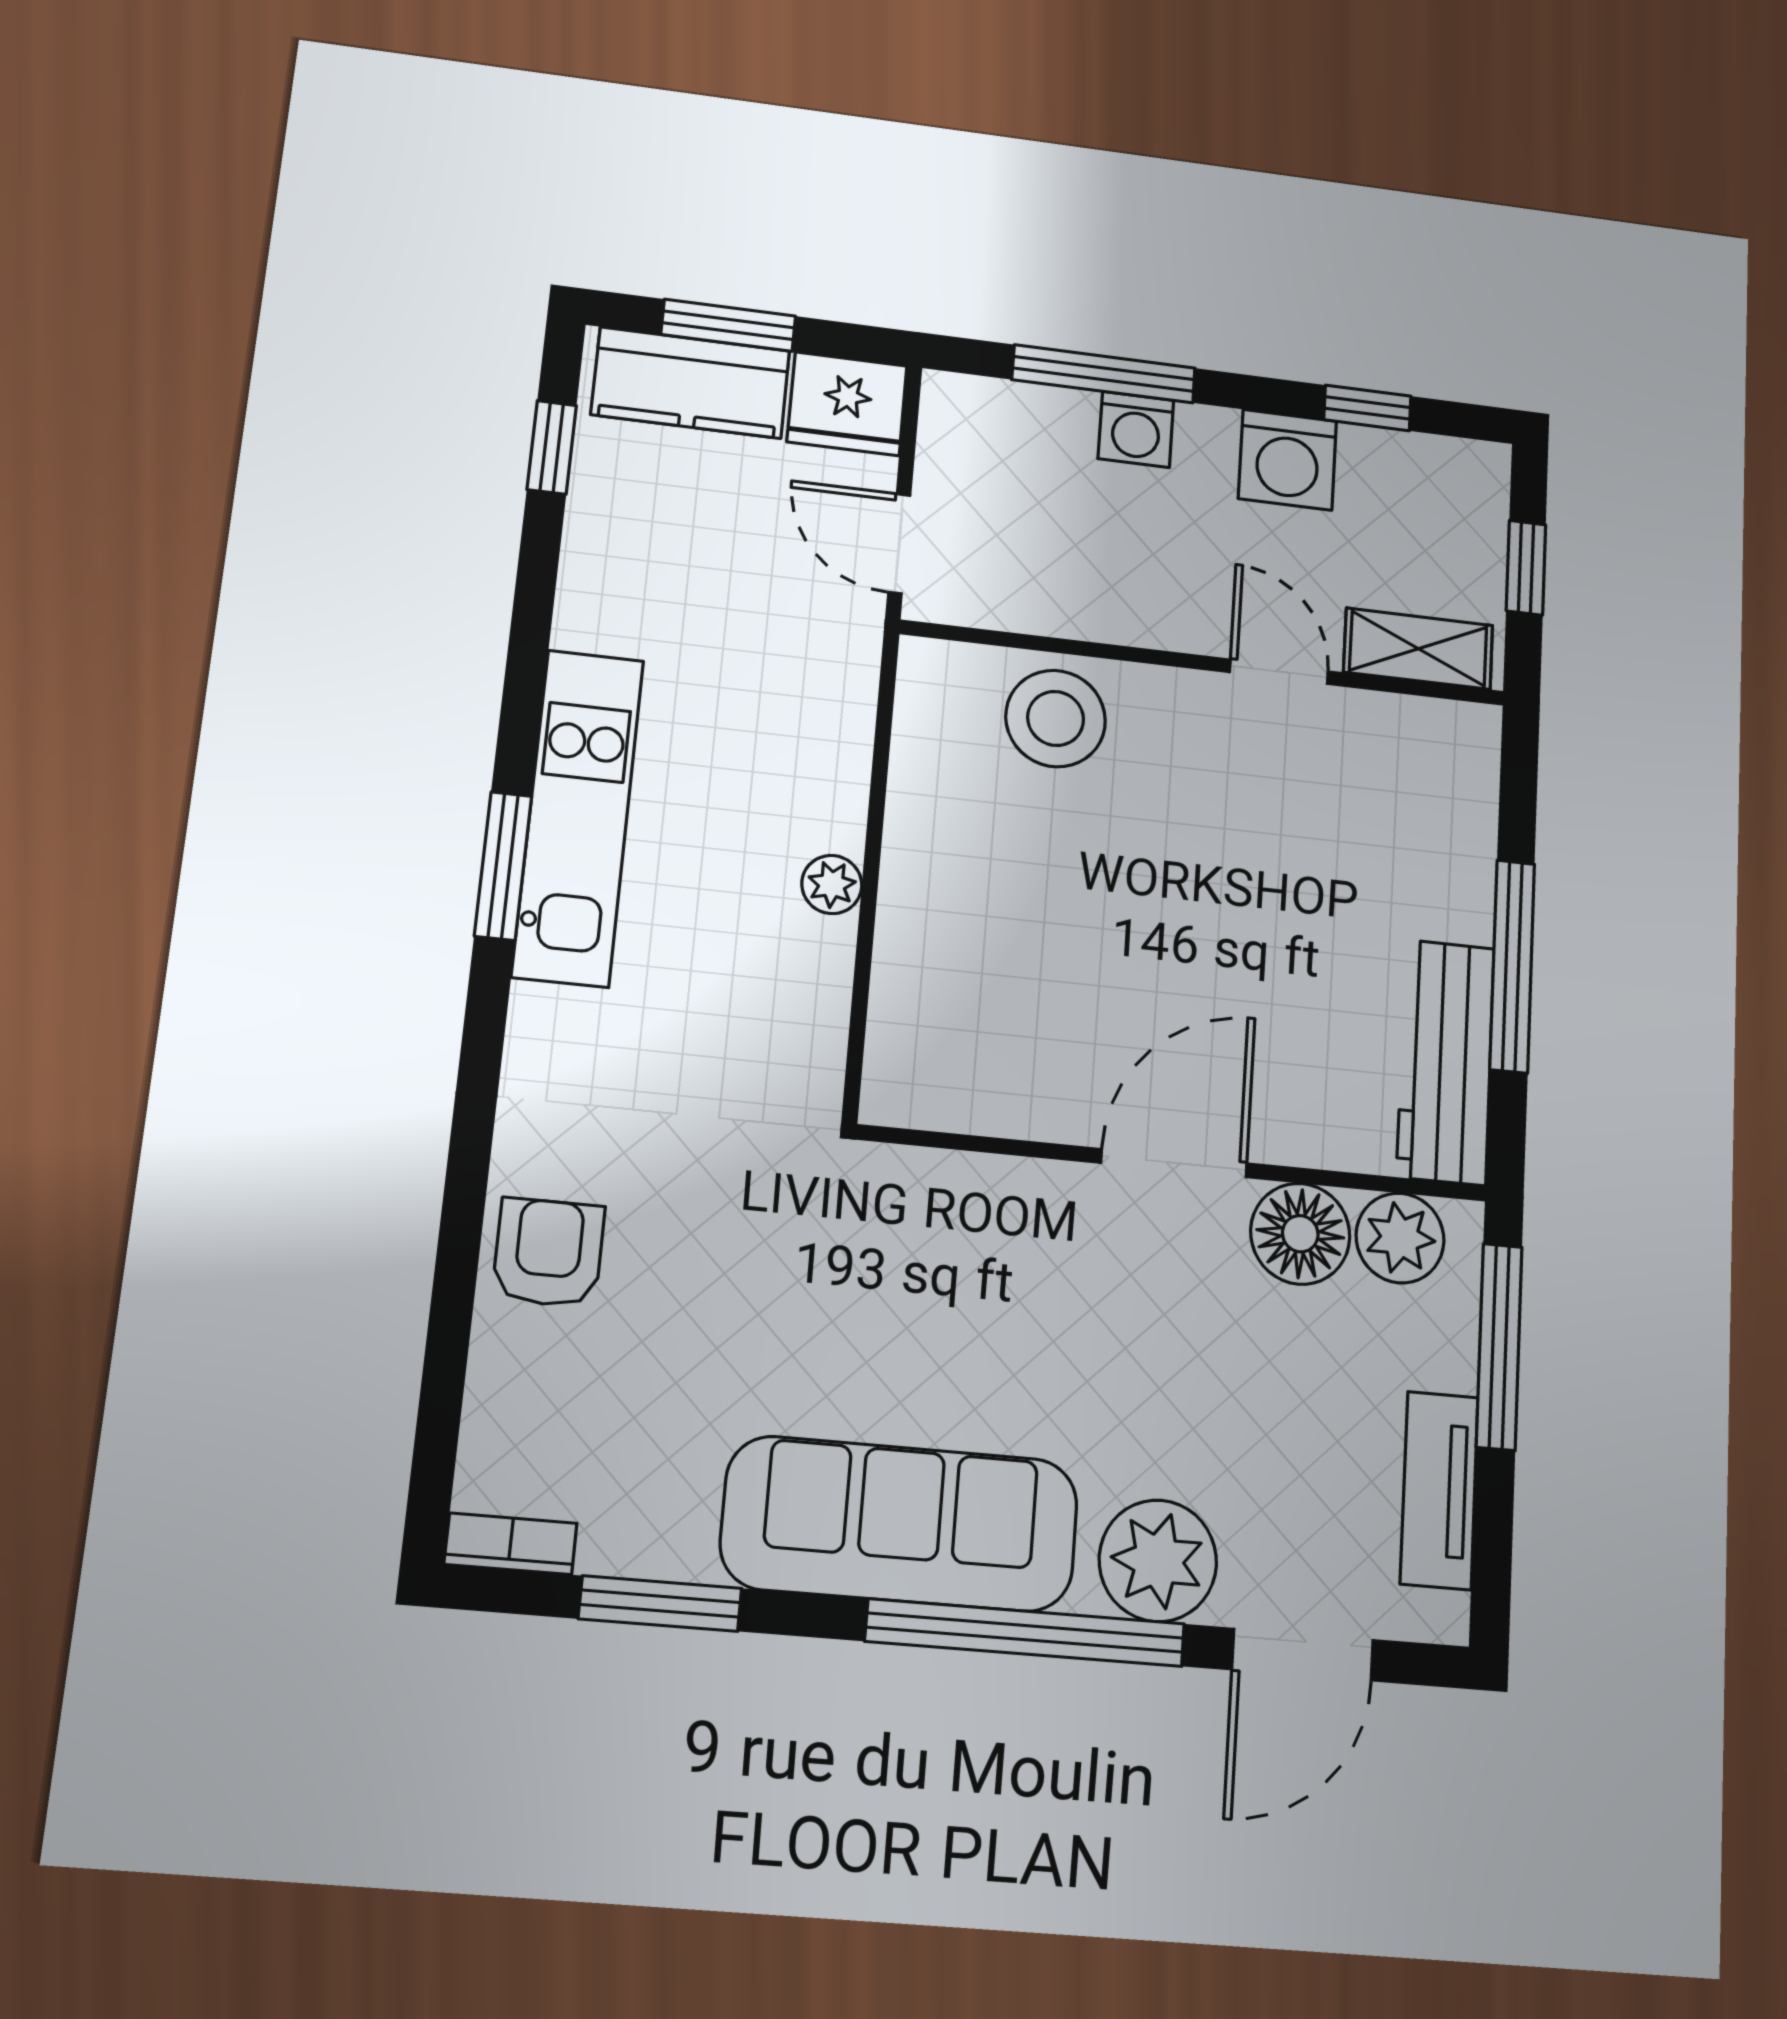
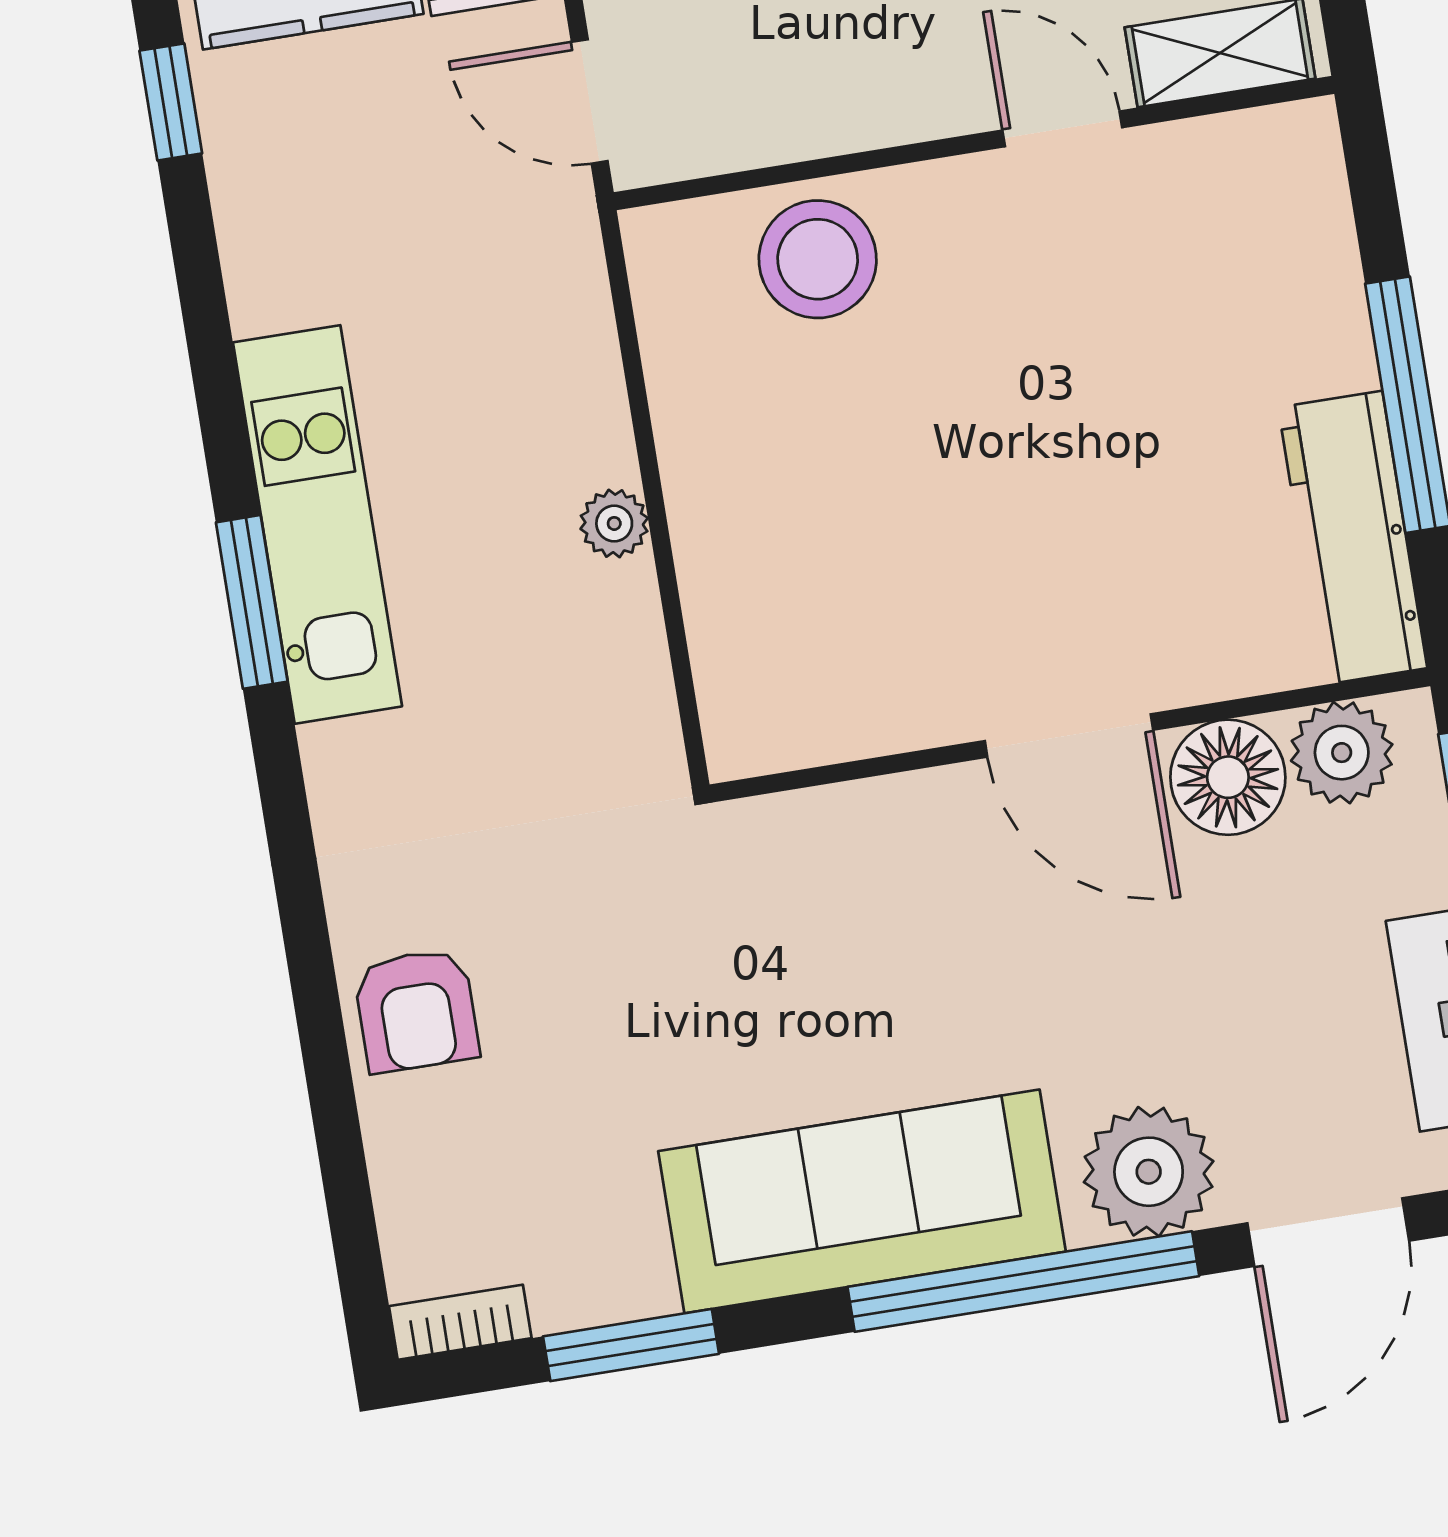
door: (1174, 1163) -> (1069, 735), swing flipped
armchair: (549, 1253) -> (416, 1010), turned 180

